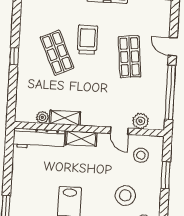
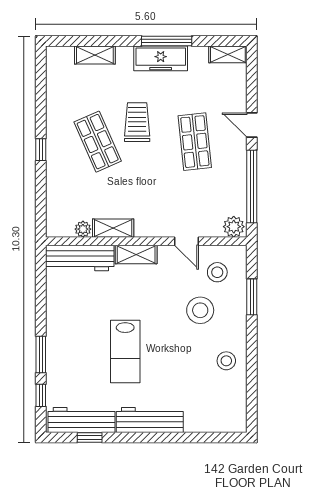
plant: (141, 121) -> (234, 227), moved
stool: (125, 195) -> (200, 310), moved

